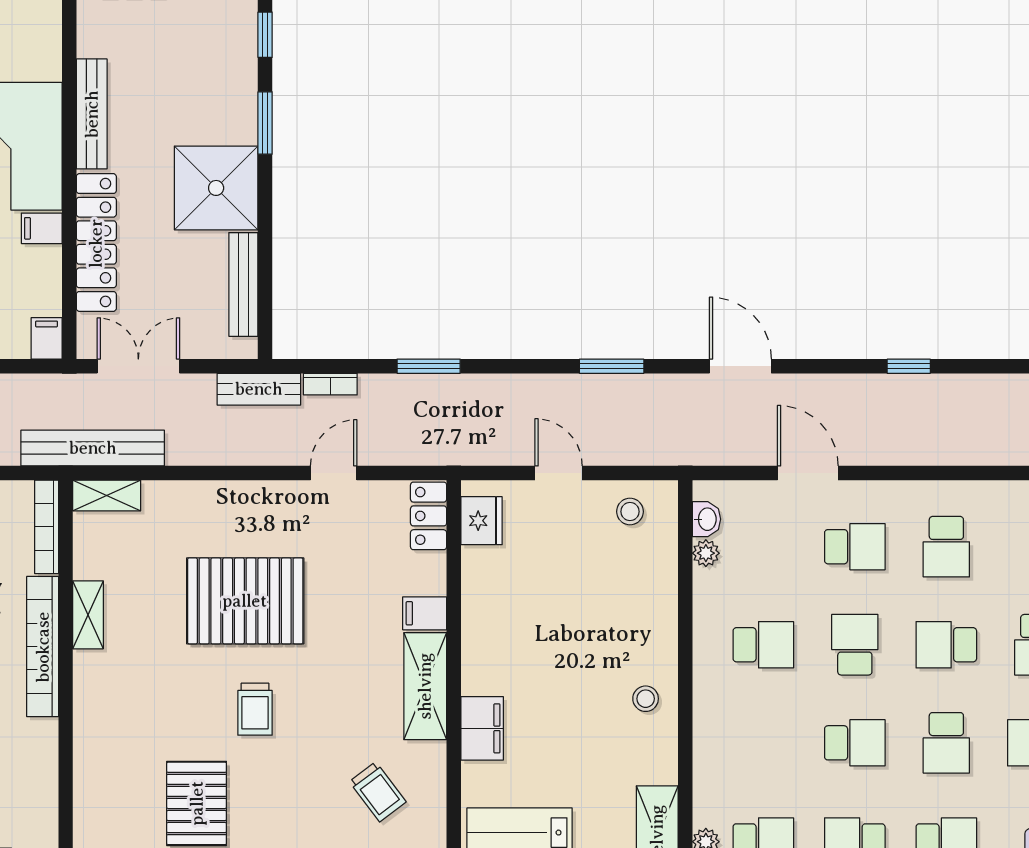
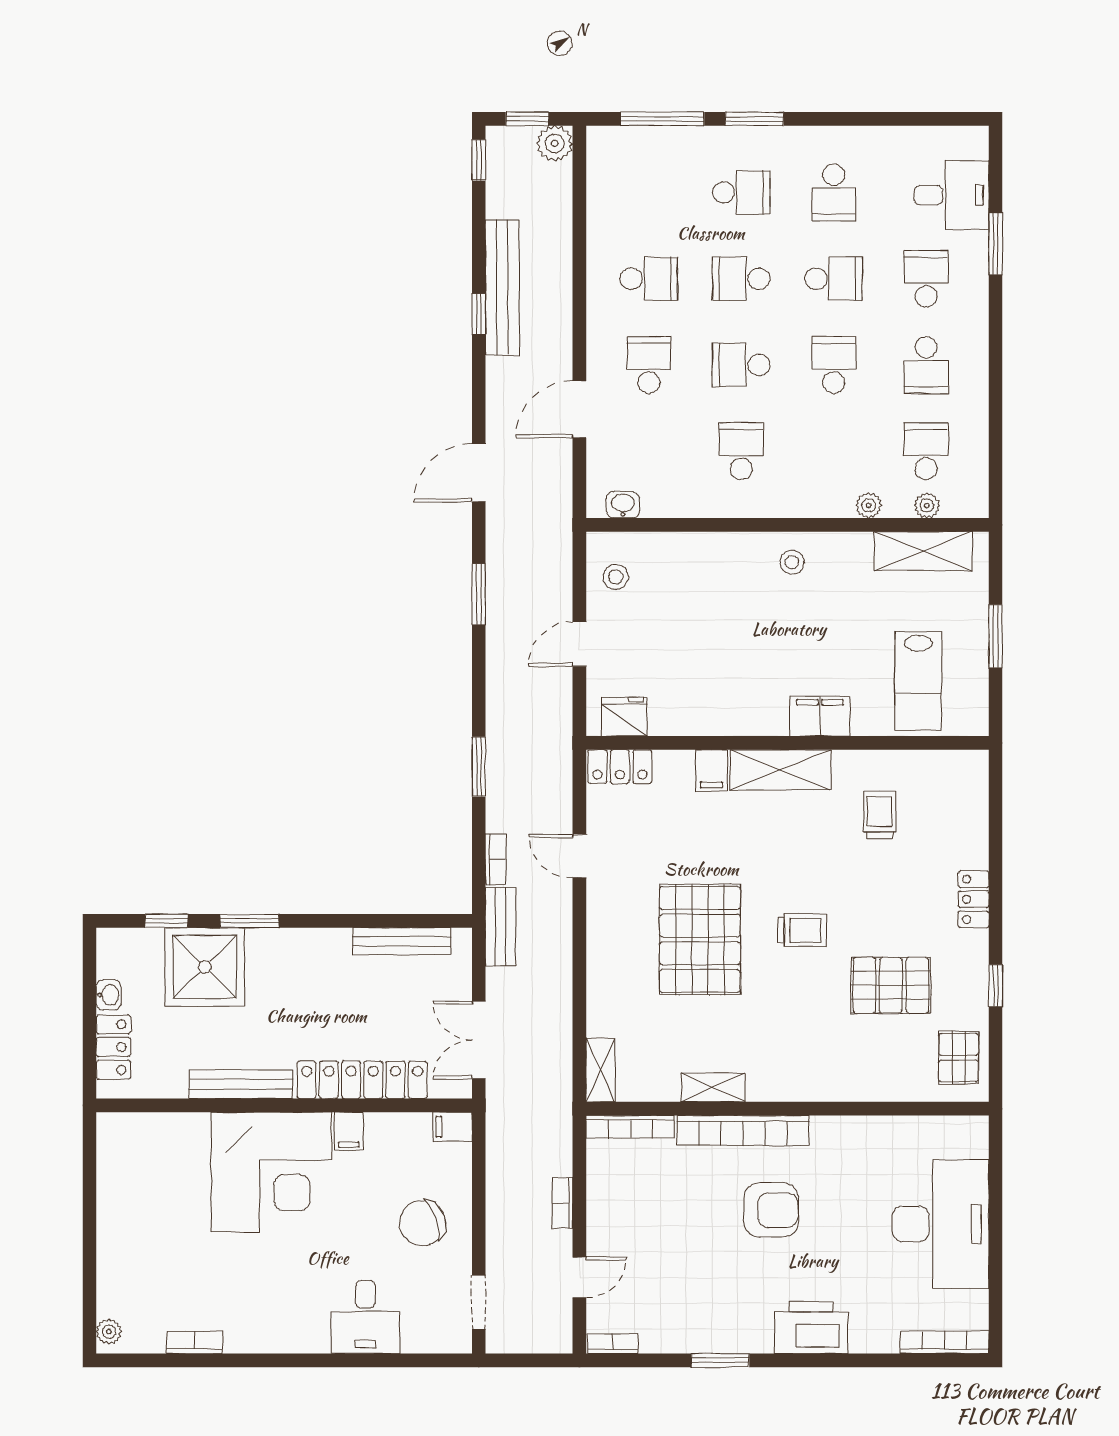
shower: (216, 188) -> (205, 967), moved
bench: (93, 448) -> (502, 287), moved
plant: (706, 553) -> (869, 505), moved
school desk: (946, 645) -> (741, 279), turned 90
trolley: (378, 792) -> (880, 815), turned -53

